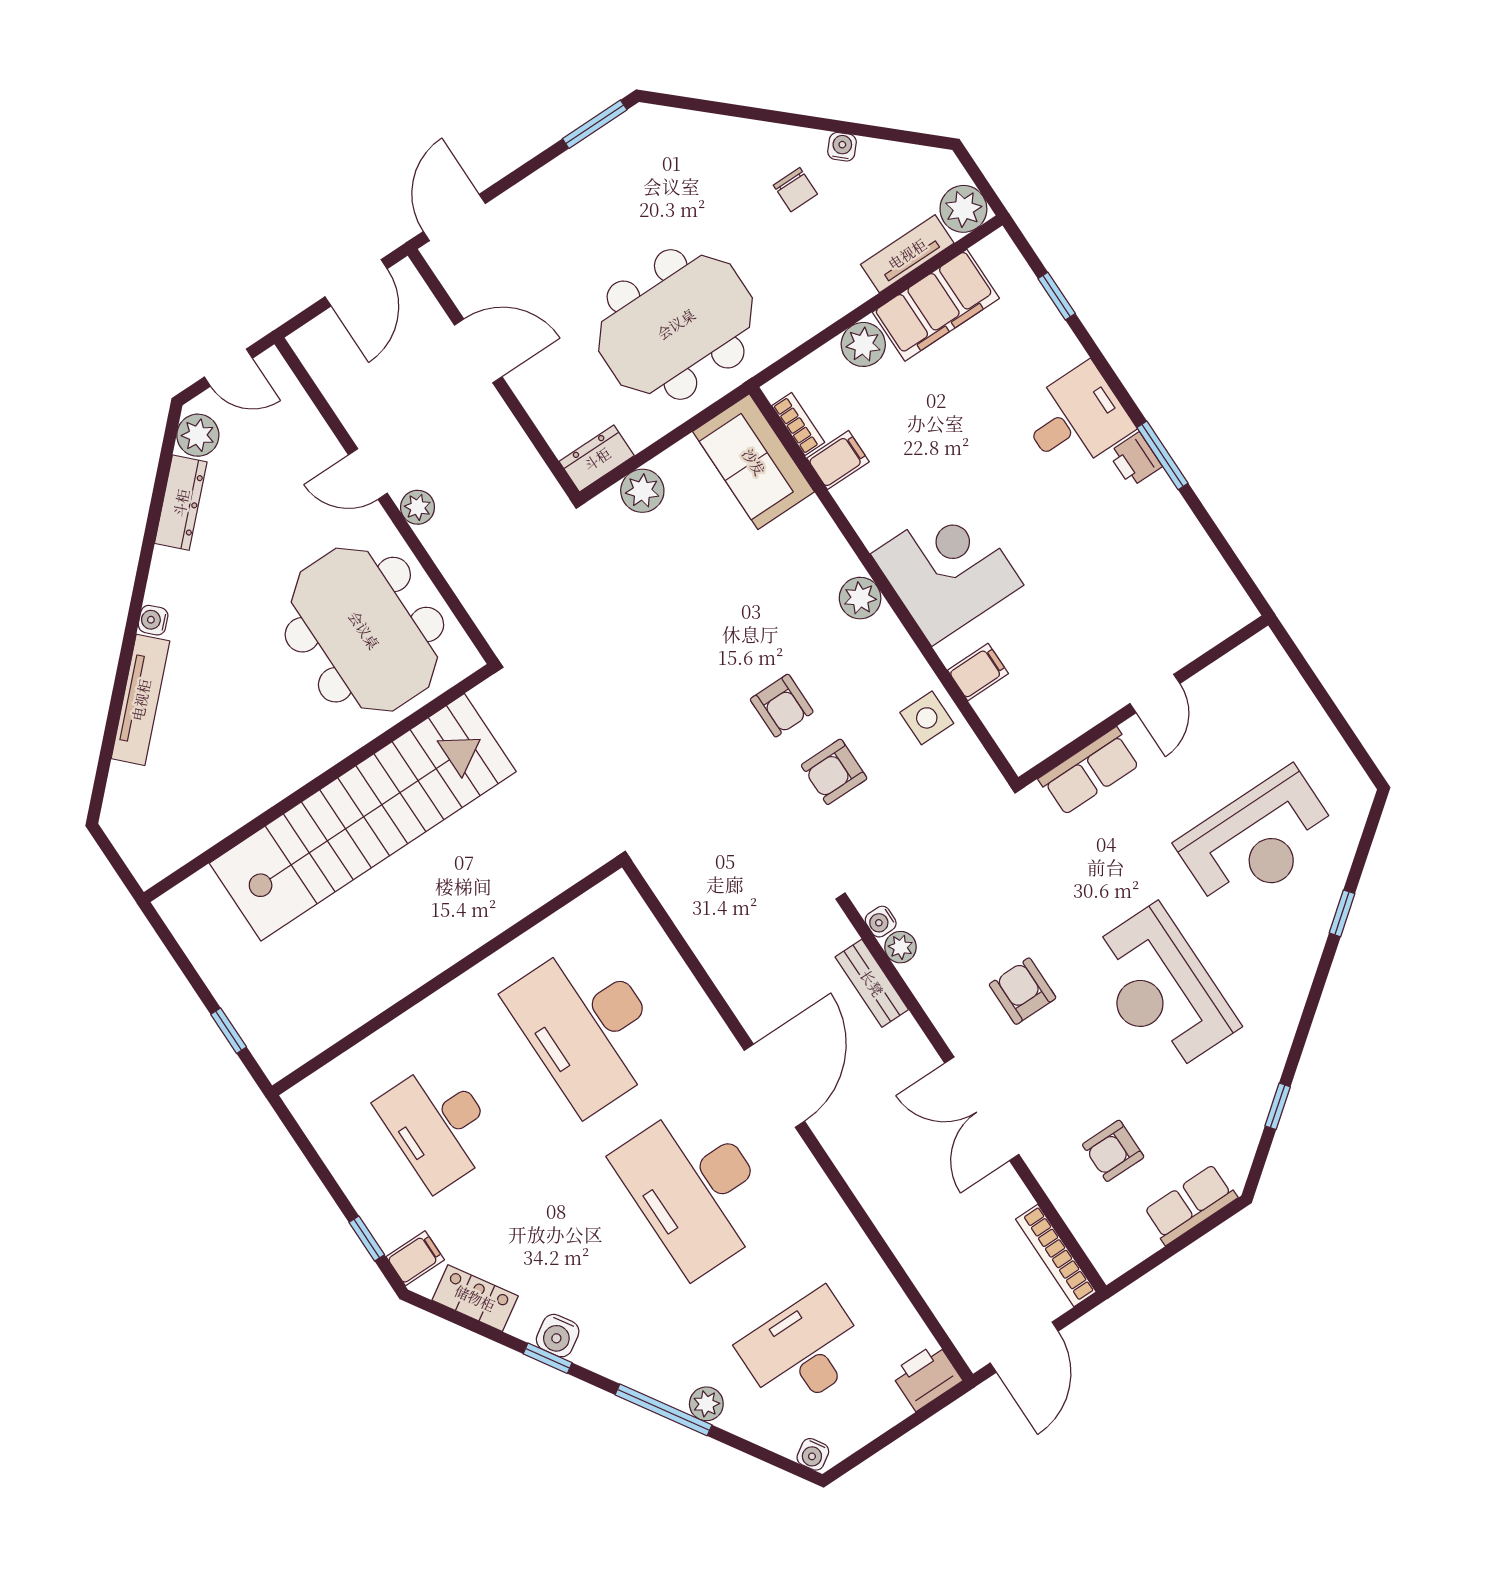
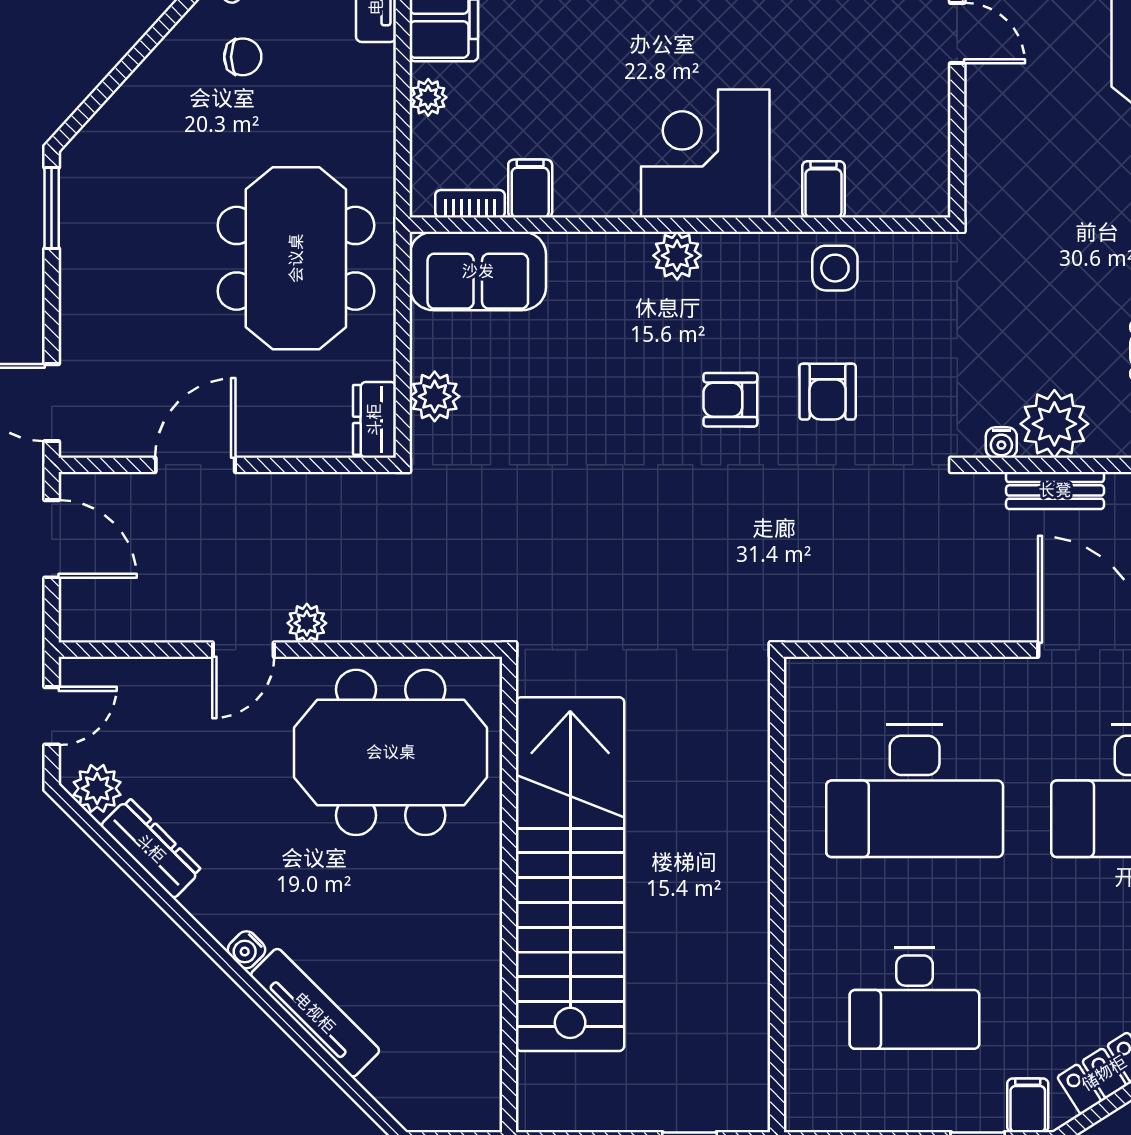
plant: (863, 344) -> (428, 97), width x0.73, depth x0.73
armchair: (782, 706) -> (730, 400), turned 180
row of seats: (1090, 771) -> (990, 146), removed
plant: (900, 947) -> (1054, 424), width x1.88, depth x1.88

